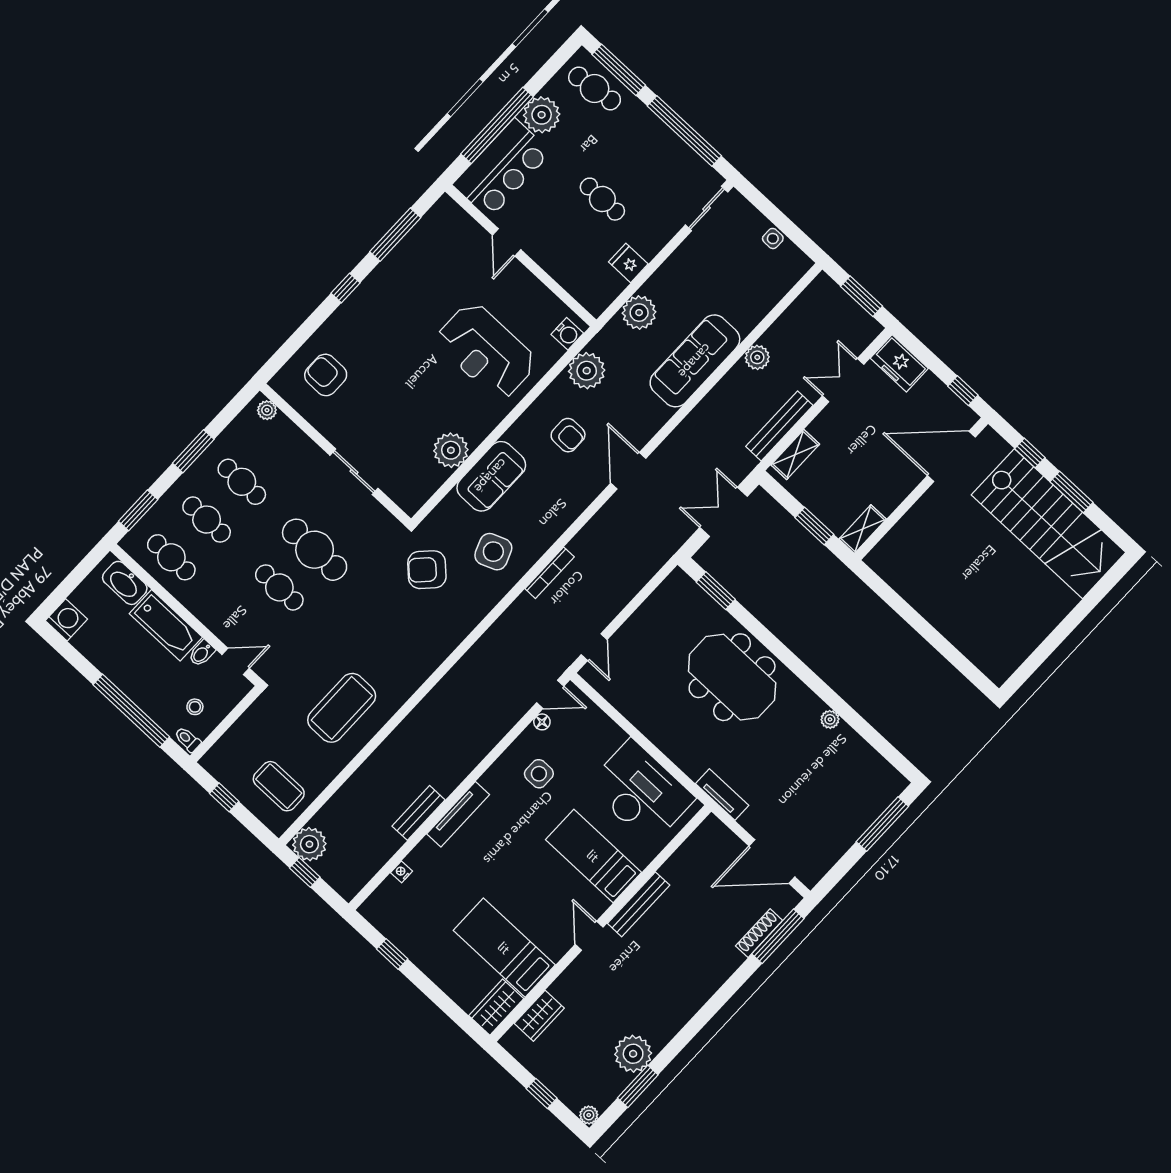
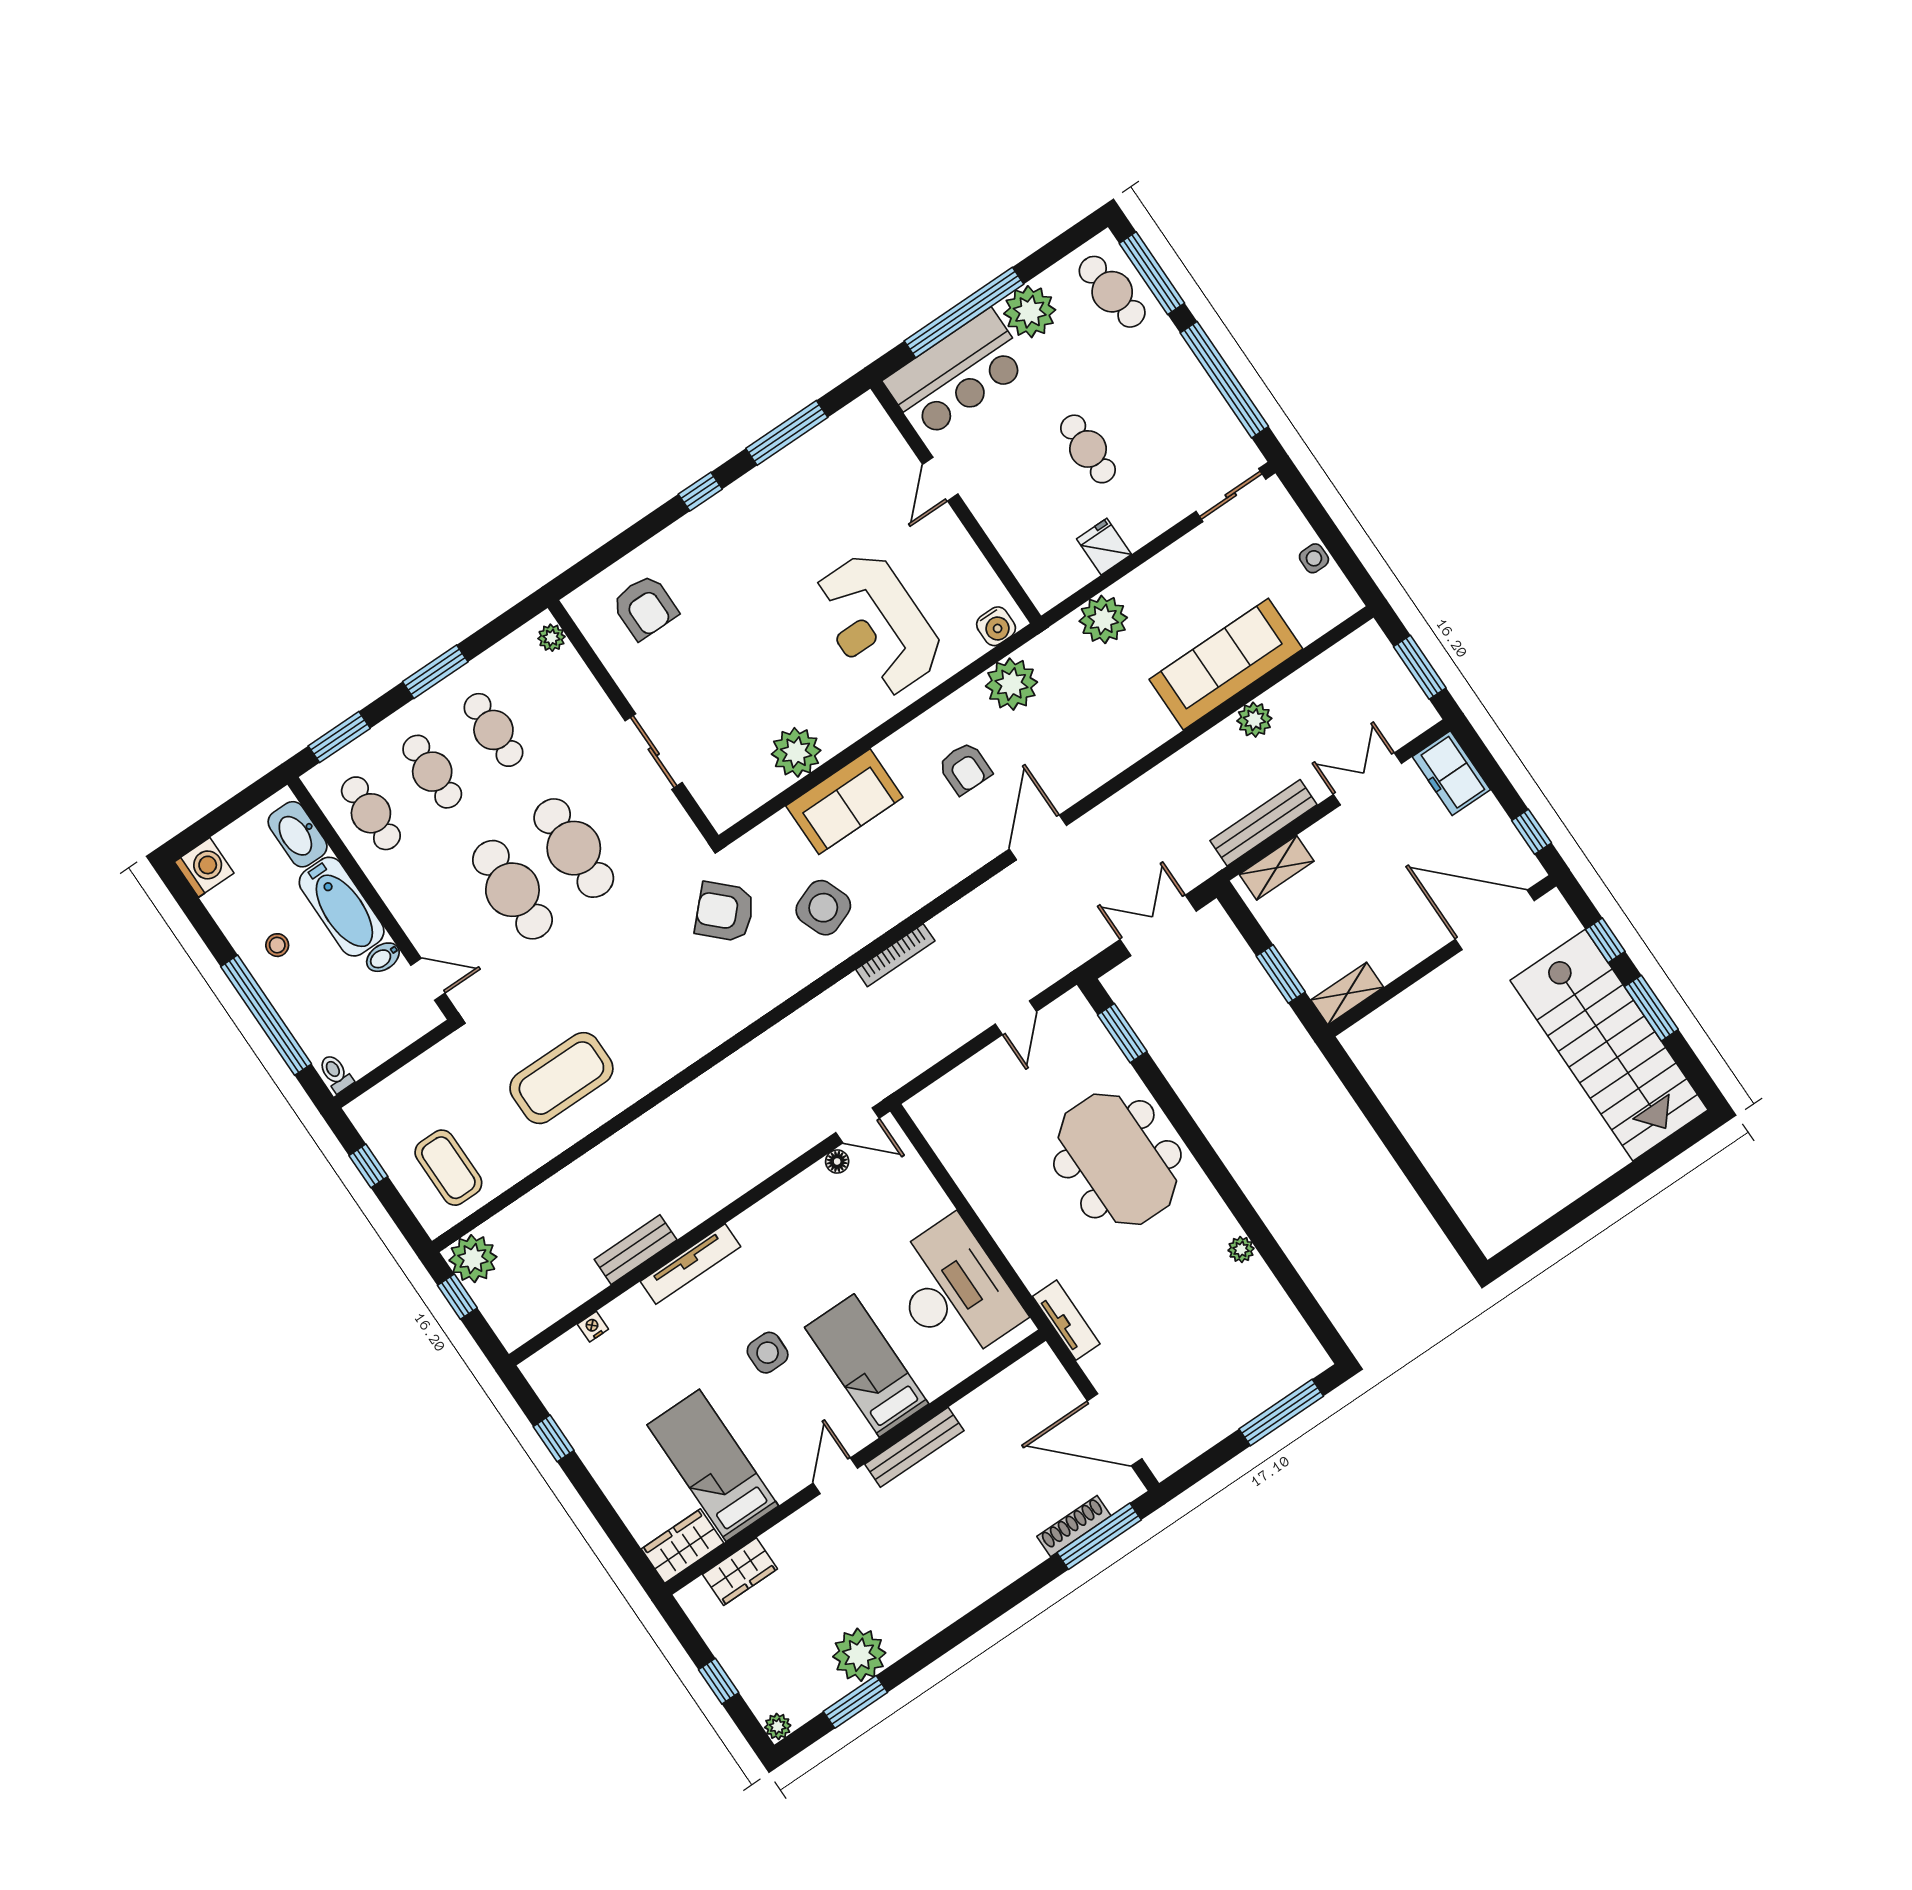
sofa: (695, 361) -> (1226, 664), moved
armchair: (326, 375) -> (645, 607), turned 180
cafe table: (279, 587) -> (512, 890), width x1.37, depth x1.35
door: (594, 647) -> (1016, 1018), moved
stool: (195, 707) -> (277, 945), moved
side table: (539, 774) -> (768, 1353), moved

